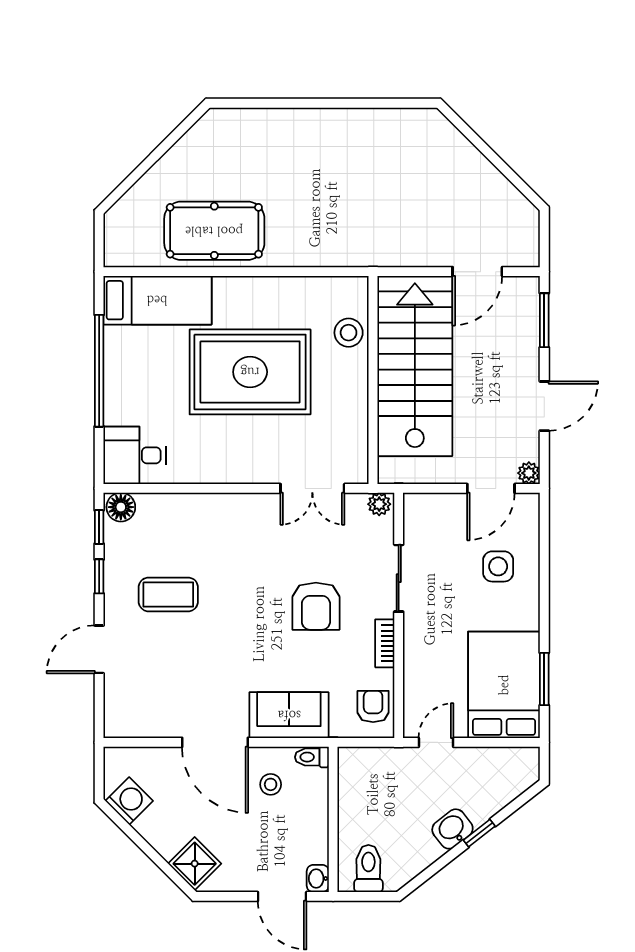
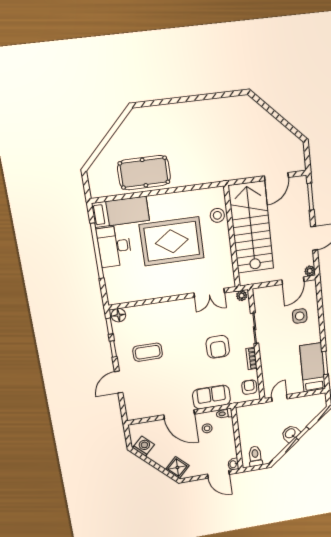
desk: (134, 455) -> (114, 246), moved, width x1.37
bed: (504, 685) -> (313, 367), width x0.67

